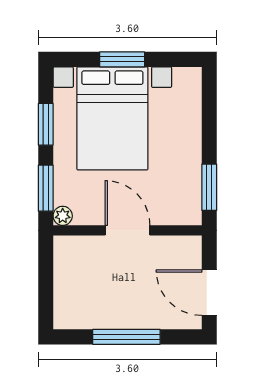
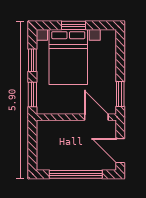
plant: (63, 216) -> (42, 109), removed
door: (128, 230) -> (96, 117), moved
window: (126, 337) -> (76, 174), width x1.46

